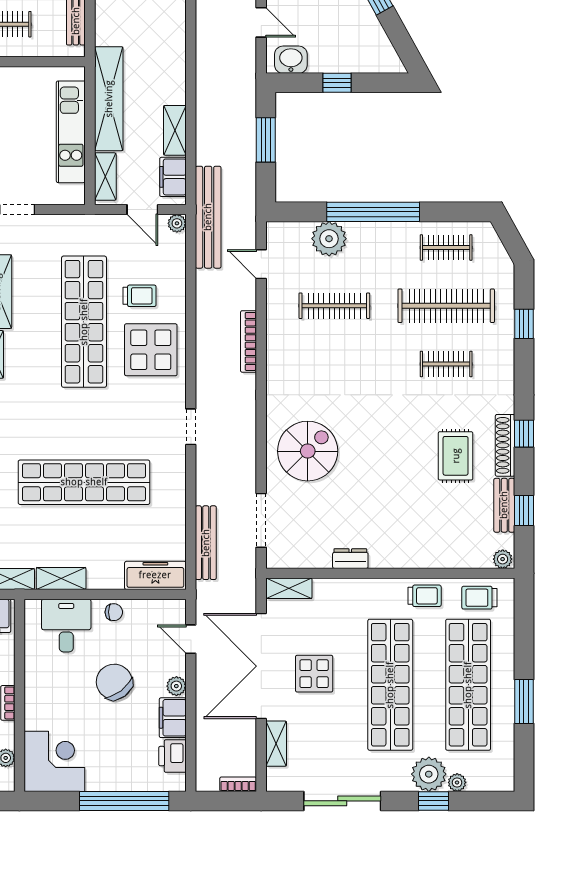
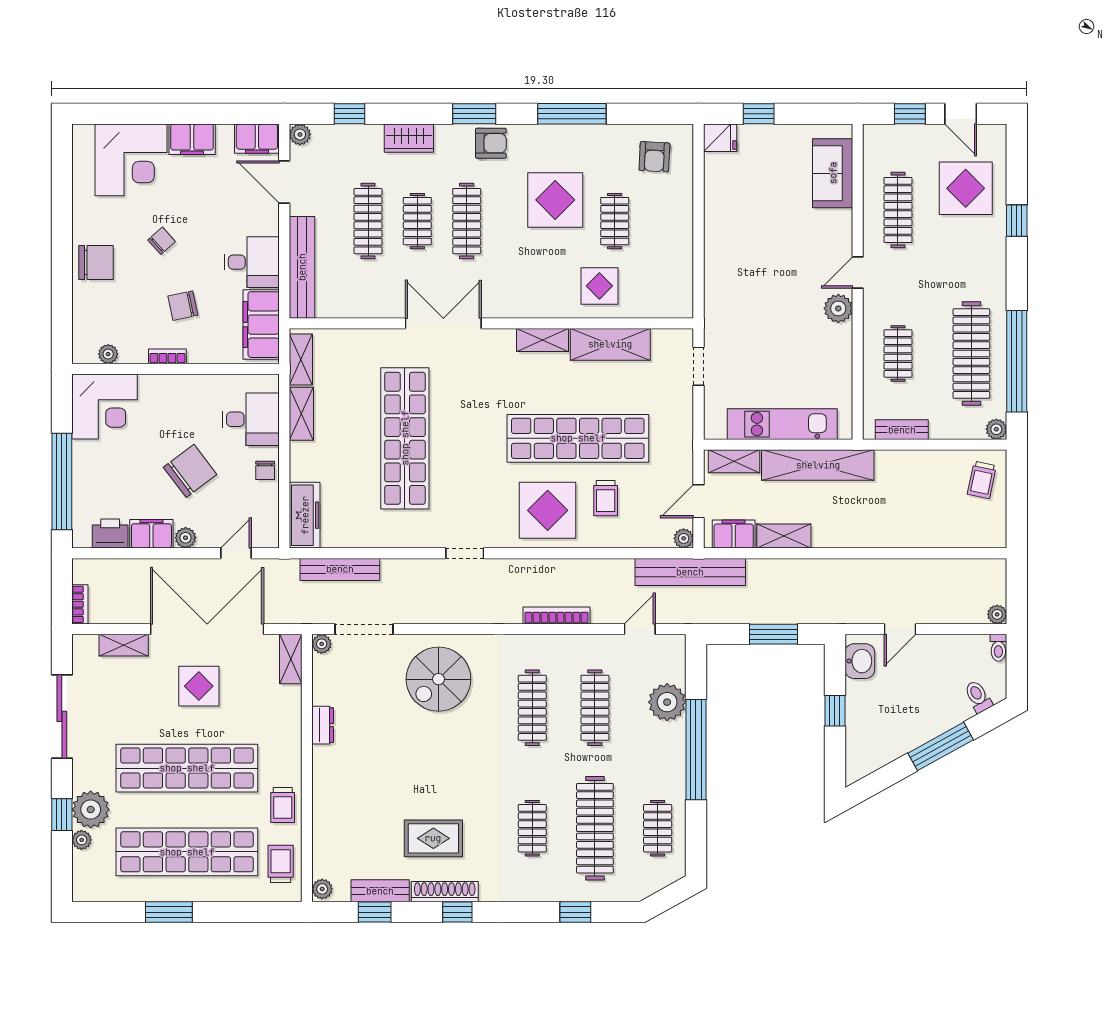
clothes rail: (334, 364) -> (532, 708), added
spiral stairs: (308, 451) -> (438, 679), turned 90
plant: (275, 560) -> (322, 644), added

